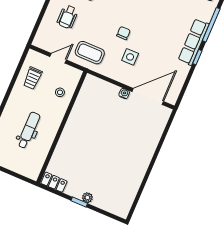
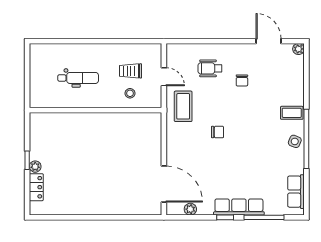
side table: (130, 57) -> (196, 149), removed
trolley: (33, 78) -> (130, 71), moved
plant: (178, 83) -> (190, 209), added
water cooler: (124, 94) -> (157, 159), removed
locker: (54, 182) -> (36, 187), moved

